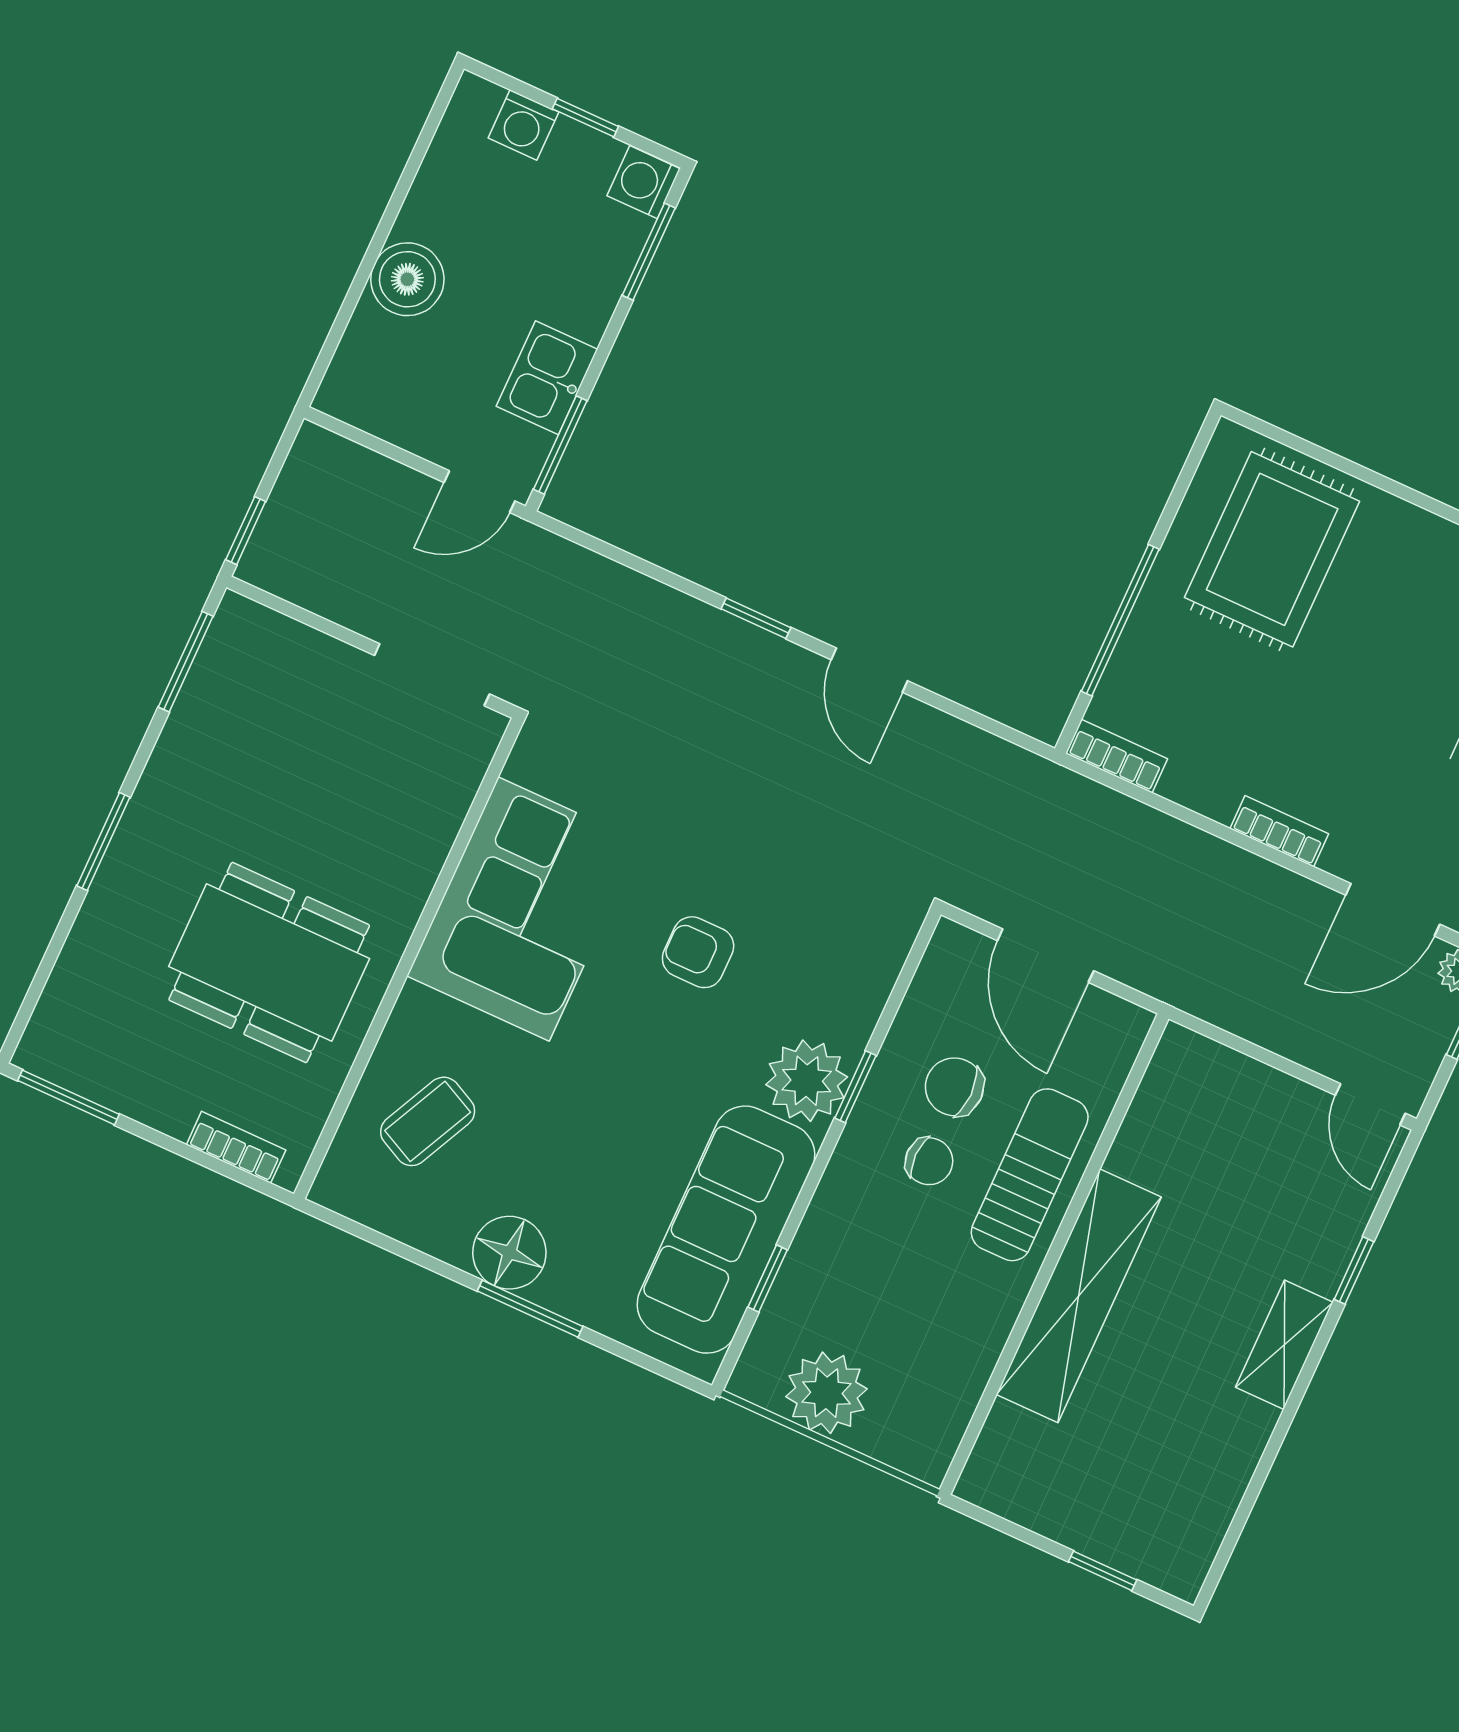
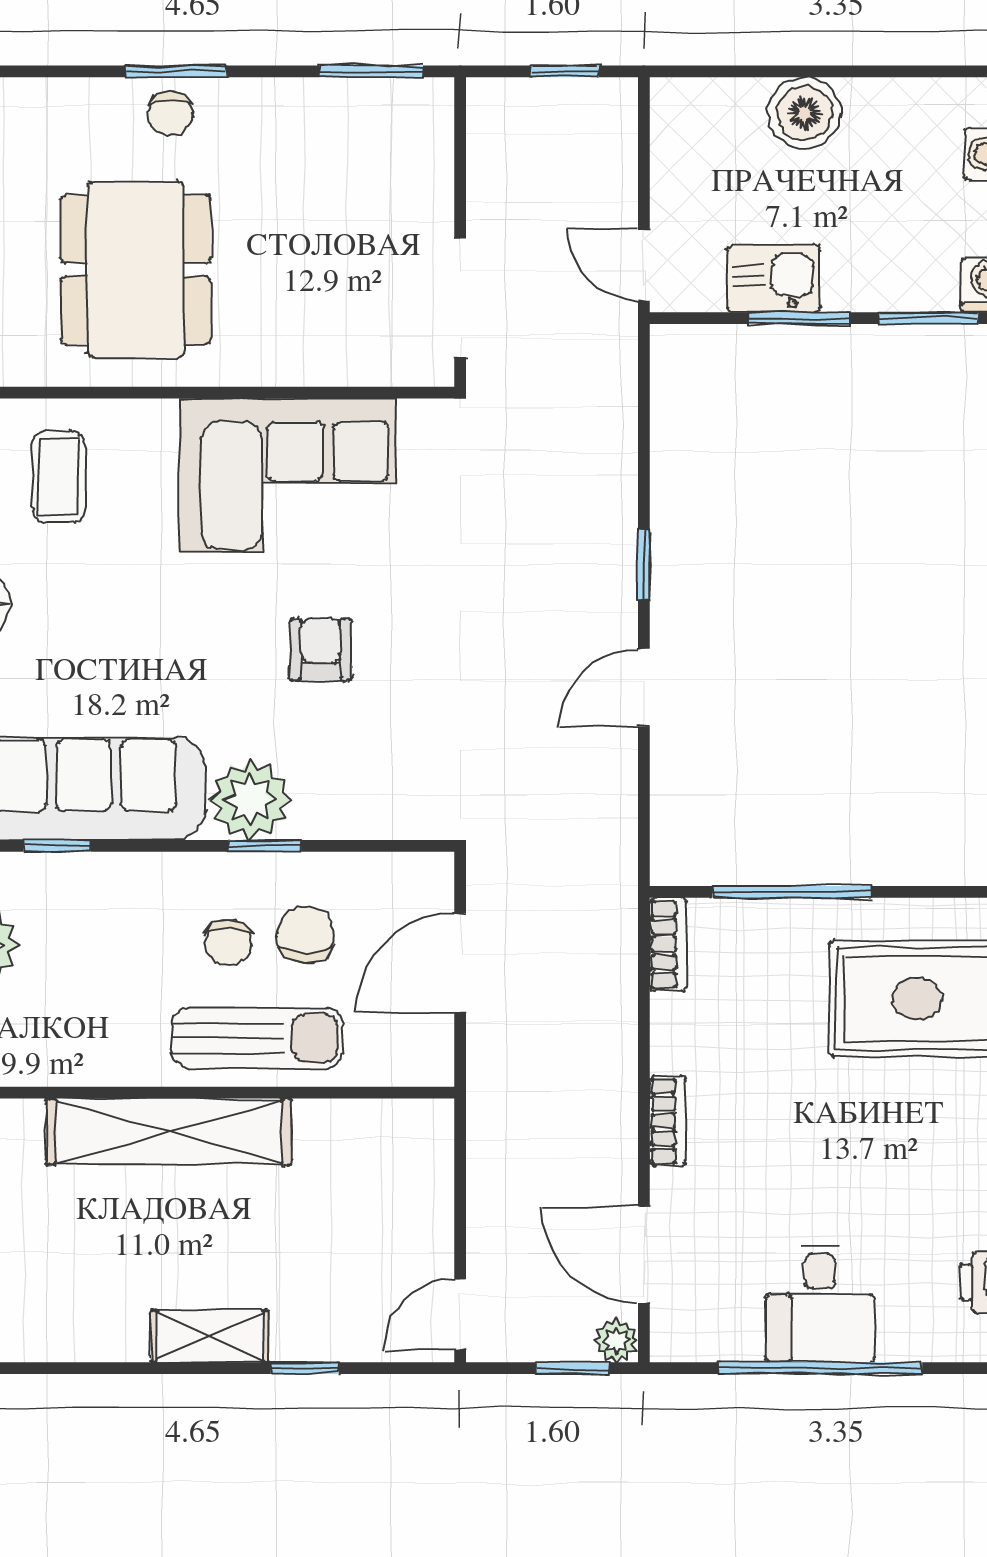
window: (560, 445) -> (799, 318), moved
window: (246, 531) -> (565, 71), moved
chair: (140, 864) -> (170, 113), added
coffee table: (428, 1121) -> (58, 477), turned 64

